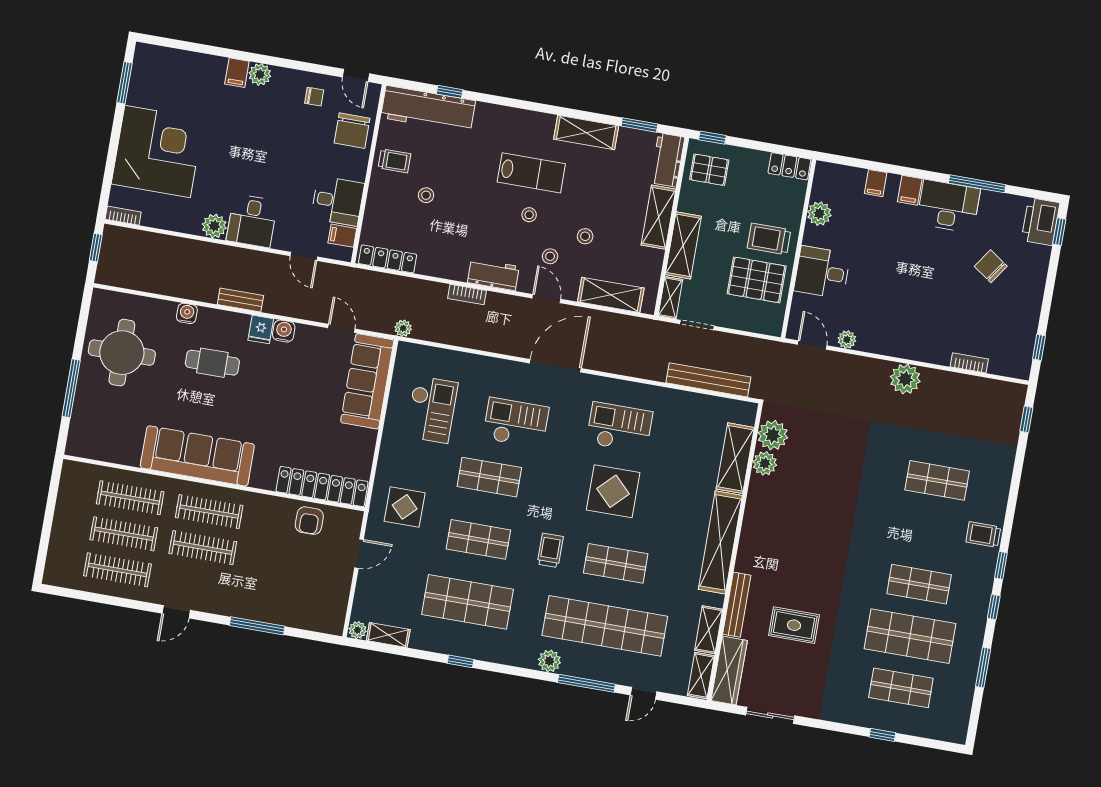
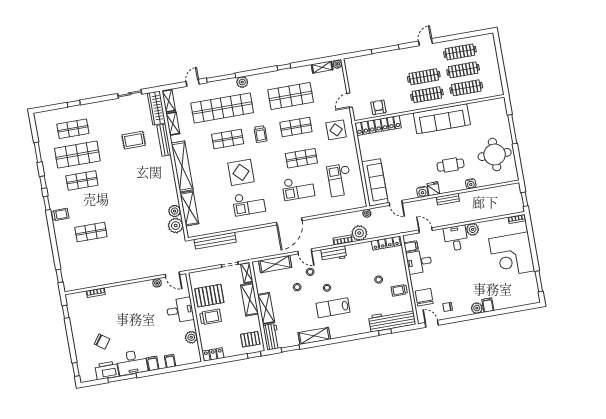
printer: (1041, 222) -> (107, 370), moved, turned -90
plant: (905, 379) -> (359, 233), moved

